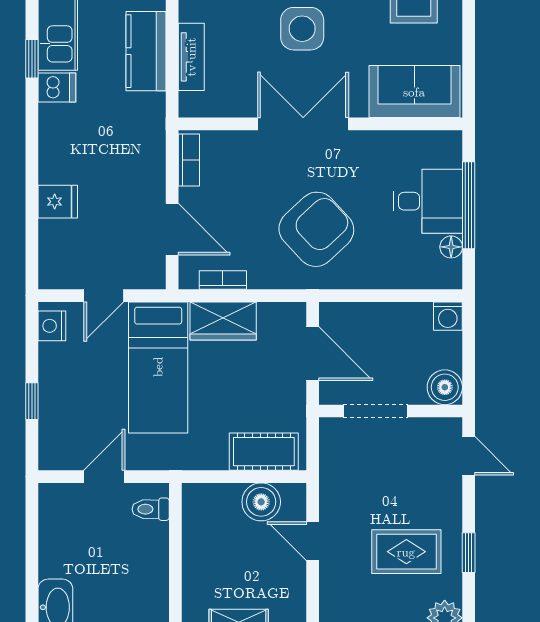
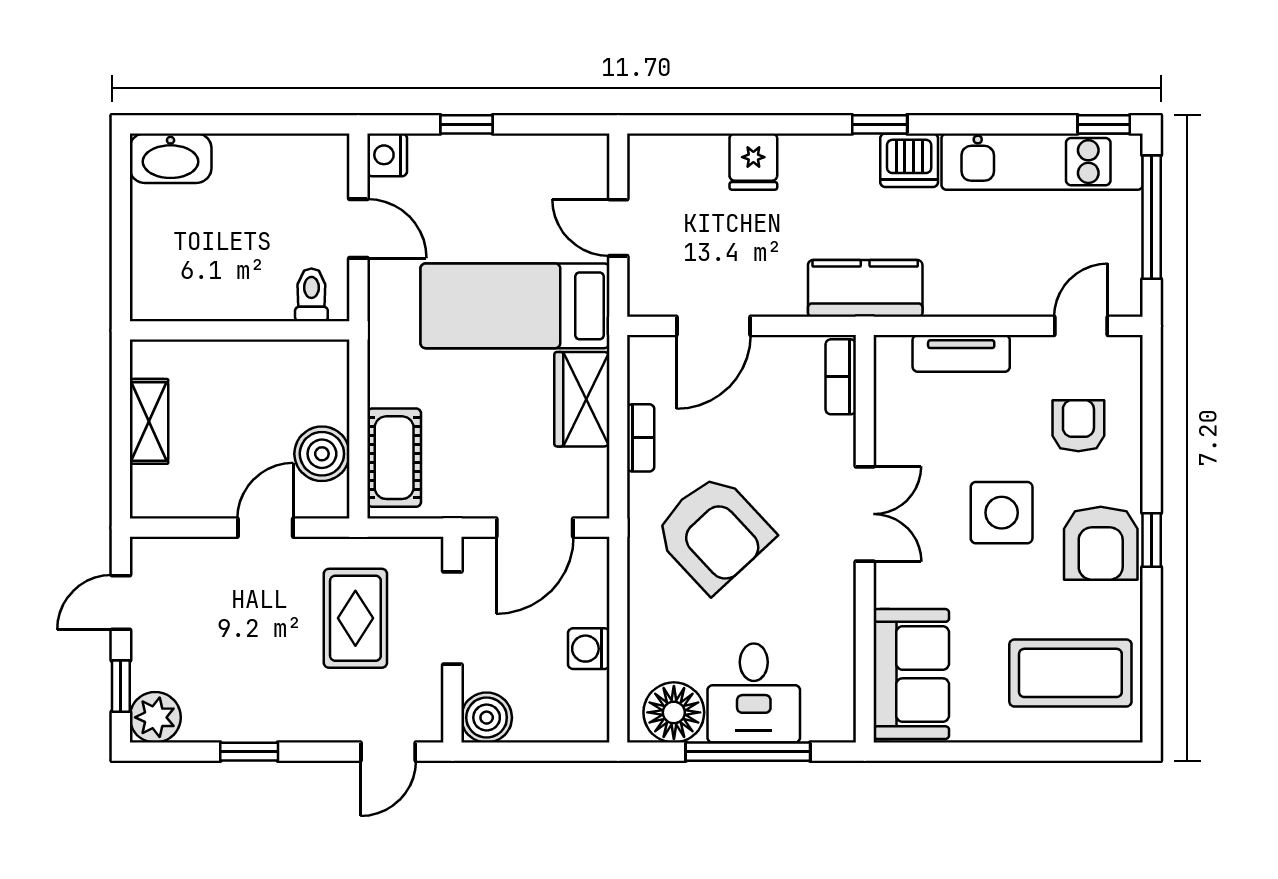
kitchen counter: (146, 51) -> (865, 288), moved
window: (32, 59) -> (880, 124), moved
dishwasher: (57, 88) -> (909, 160), width x1.38
double door: (303, 124) -> (865, 514), width x0.73
bookcase: (189, 160) -> (841, 377), moved, turned 90
floor lamp: (451, 247) -> (674, 712), width x1.89, depth x1.89
bookcase: (223, 280) -> (641, 438), moved
washing machine: (448, 316) -> (589, 649), moved
nightstand: (52, 326) -> (387, 155), moved, turned -90
rug: (406, 552) -> (355, 618), moved

